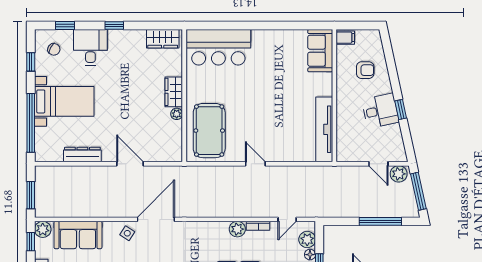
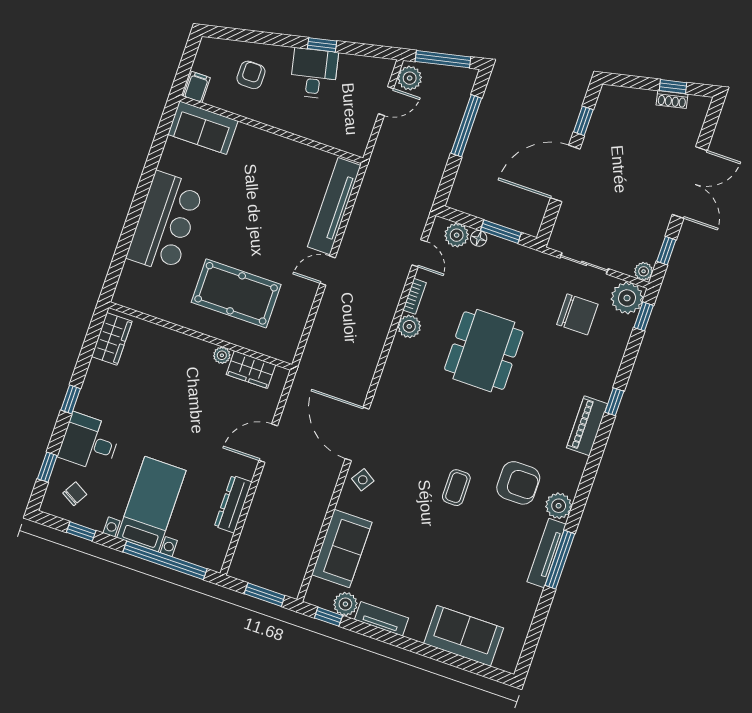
bar counter: (218, 47) -> (165, 222), moved
wardrobe: (174, 92) -> (251, 370), moved
tv unit: (324, 129) -> (334, 206), moved, turned 90
pool table: (209, 131) -> (236, 293), moved
plant: (43, 229) -> (345, 604), moved

